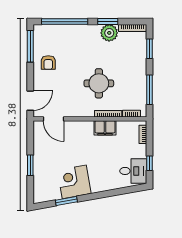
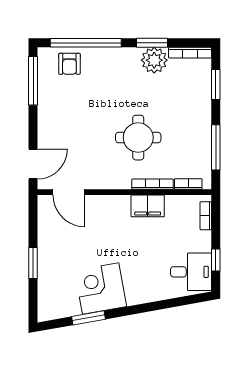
armchair: (48, 63) -> (69, 64), moved

